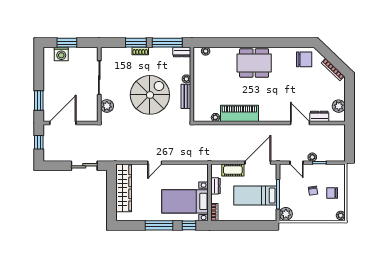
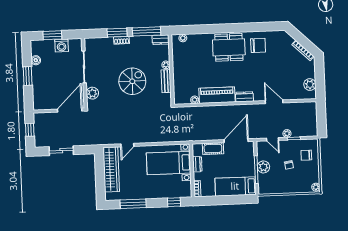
washing machine: (61, 54) -> (62, 45), moved
chair: (304, 59) -> (258, 45), moved
boiler: (48, 68) -> (36, 60), added
spiral stairs: (150, 95) -> (132, 81), width x0.73, depth x0.73
window: (39, 100) -> (28, 76), moved
dresser: (319, 116) -> (244, 97), moved
door: (63, 123) -> (70, 110), moved
door: (155, 163) -> (127, 145), moved
sliding door: (84, 166) -> (61, 151), moved
chair: (332, 193) -> (306, 155), moved
bed: (255, 196) -> (235, 186), moved
bed with nightstands: (185, 201) -> (169, 163), moved
plant: (286, 214) -> (263, 167), moved
window: (159, 225) -> (133, 204), moved

